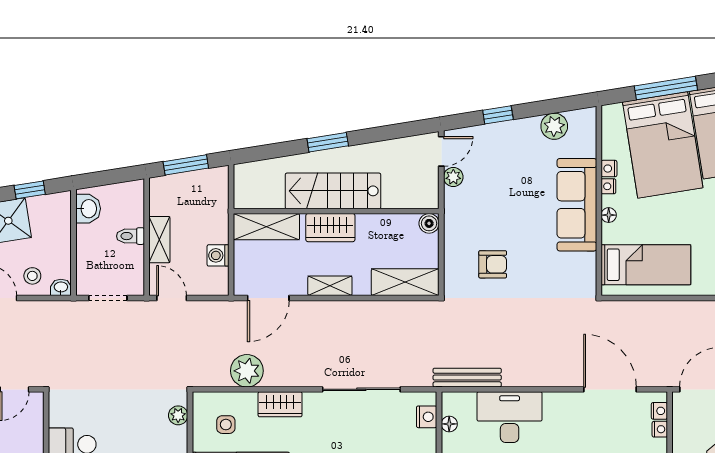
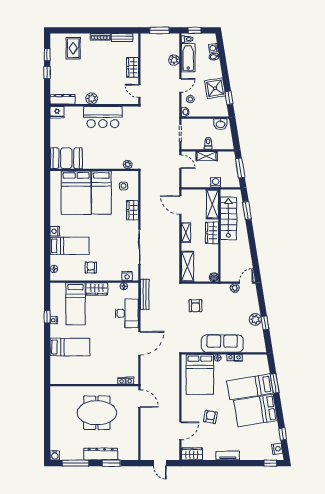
window: (666, 88) -> (275, 383), width x0.69
window: (498, 115) -> (265, 323), moved
plant: (554, 126) -> (255, 319), moved
window: (328, 142) -> (247, 211), moved
bed: (663, 145) -> (250, 387), width x0.67
door: (441, 151) -> (246, 283), swing flipped
stairs: (333, 191) -> (228, 218), moved
washing machine: (218, 255) -> (216, 182), moved
bed: (646, 265) -> (200, 375), width x1.50
door: (172, 298) -> (180, 162), hinge flipped
plant: (247, 371) -> (148, 195), removed
door: (610, 389) -> (139, 343), moved

